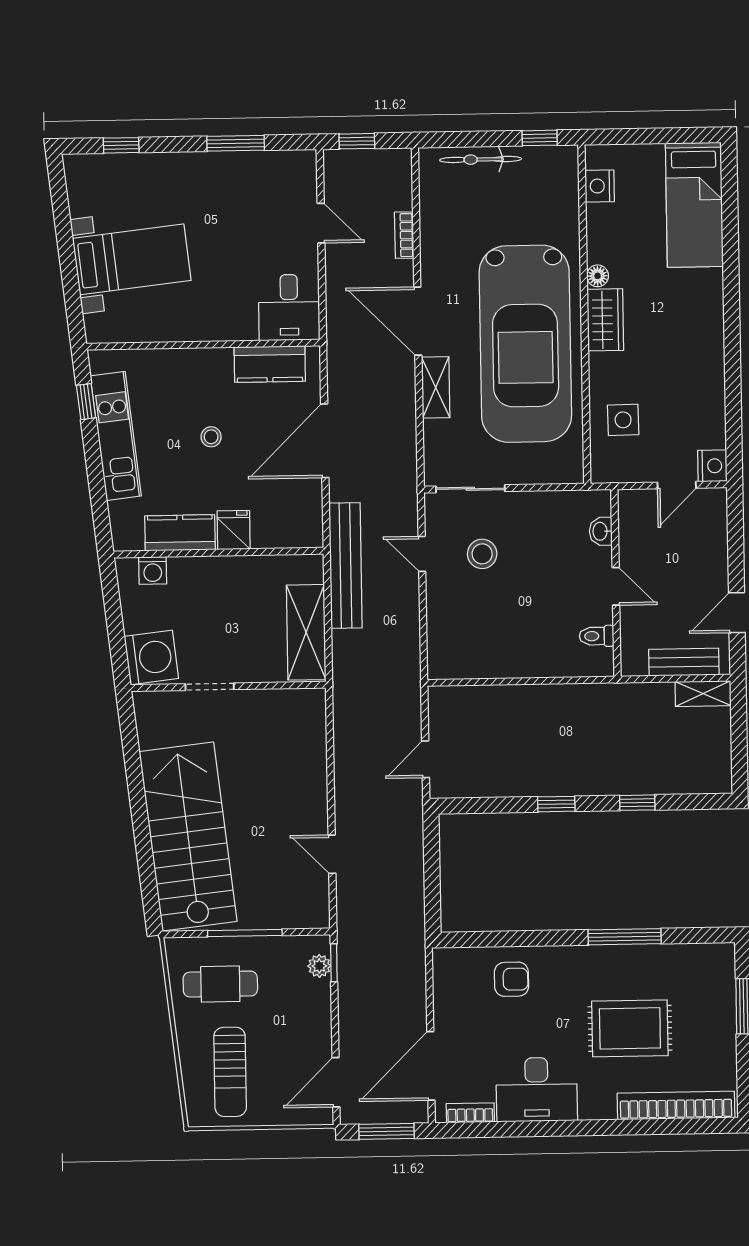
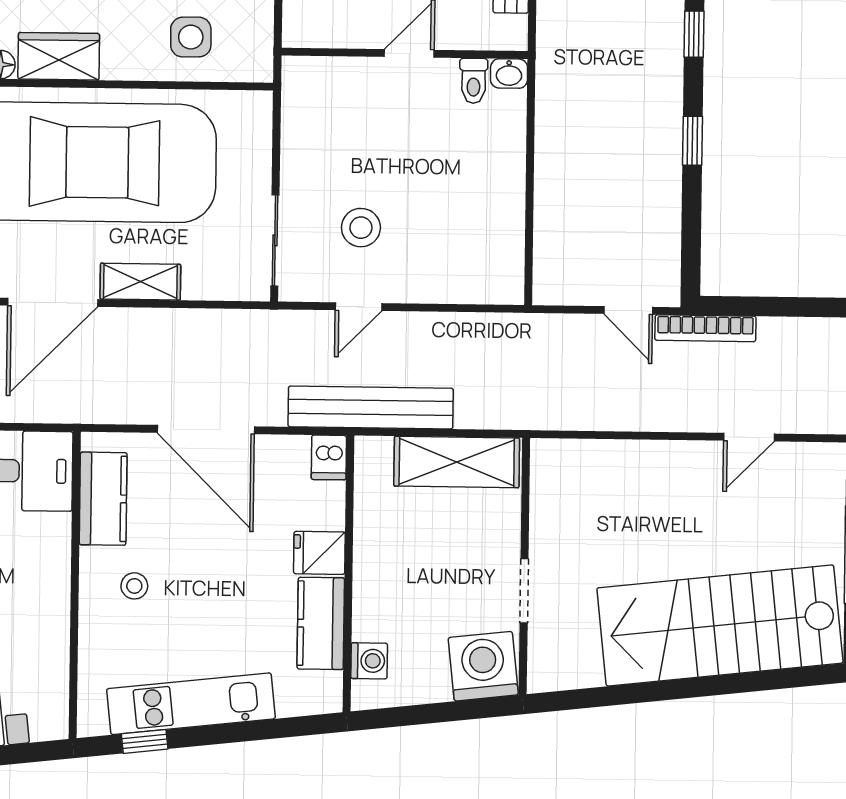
stool: (211, 437) -> (134, 586), moved
washbasin: (601, 531) -> (509, 73), moved
dishwasher: (306, 535) -> (329, 457), added
bookcase: (414, 818) -> (705, 328), added

